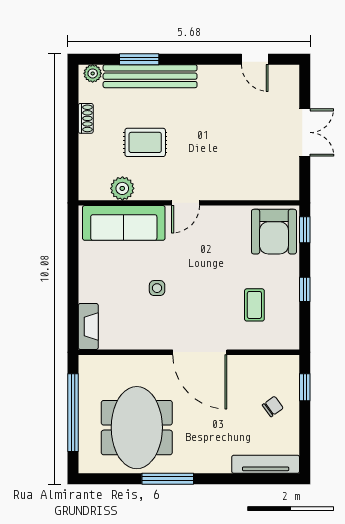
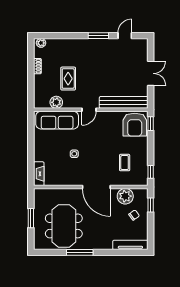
window: (139, 59) -> (98, 36), moved
door: (255, 59) -> (125, 36), swing flipped
bench: (150, 76) -> (124, 102), moved
rug: (145, 142) -> (68, 79), turned 90
window: (305, 289) -> (151, 172), moved
plant: (256, 370) -> (125, 196), added
window: (73, 413) -> (31, 218), width x0.47

